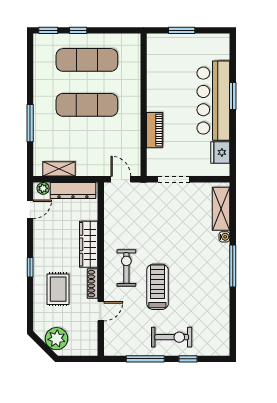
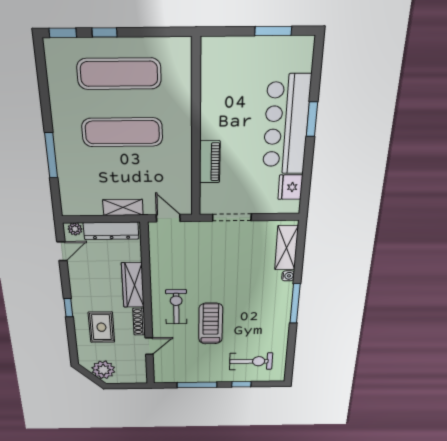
window: (182, 30) -> (273, 31), moved
shelving: (59, 169) -> (123, 207), moved
exercise bike: (172, 337) -> (251, 361), moved

